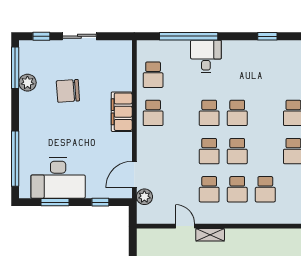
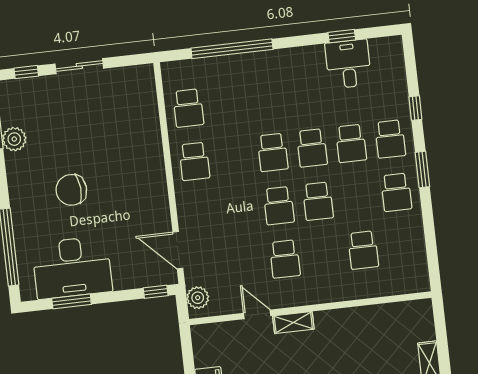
desk: (206, 56) -> (348, 64), moved
chair: (68, 91) -> (71, 190), moved
filing cabinet: (122, 112) -> (150, 165), removed
door: (134, 174) -> (178, 250), hinge flipped
school desk: (237, 189) -> (351, 143), moved
plant: (144, 197) -> (198, 298), moved
window: (100, 202) -> (156, 292), moved

